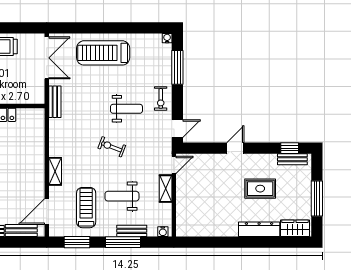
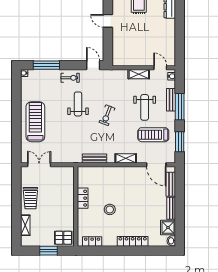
treadmill: (103, 53) -> (35, 122), turned 180
double door: (47, 58) -> (39, 165), width x0.73
bench: (55, 102) -> (95, 159), moved
door: (174, 165) -> (160, 68), moved

